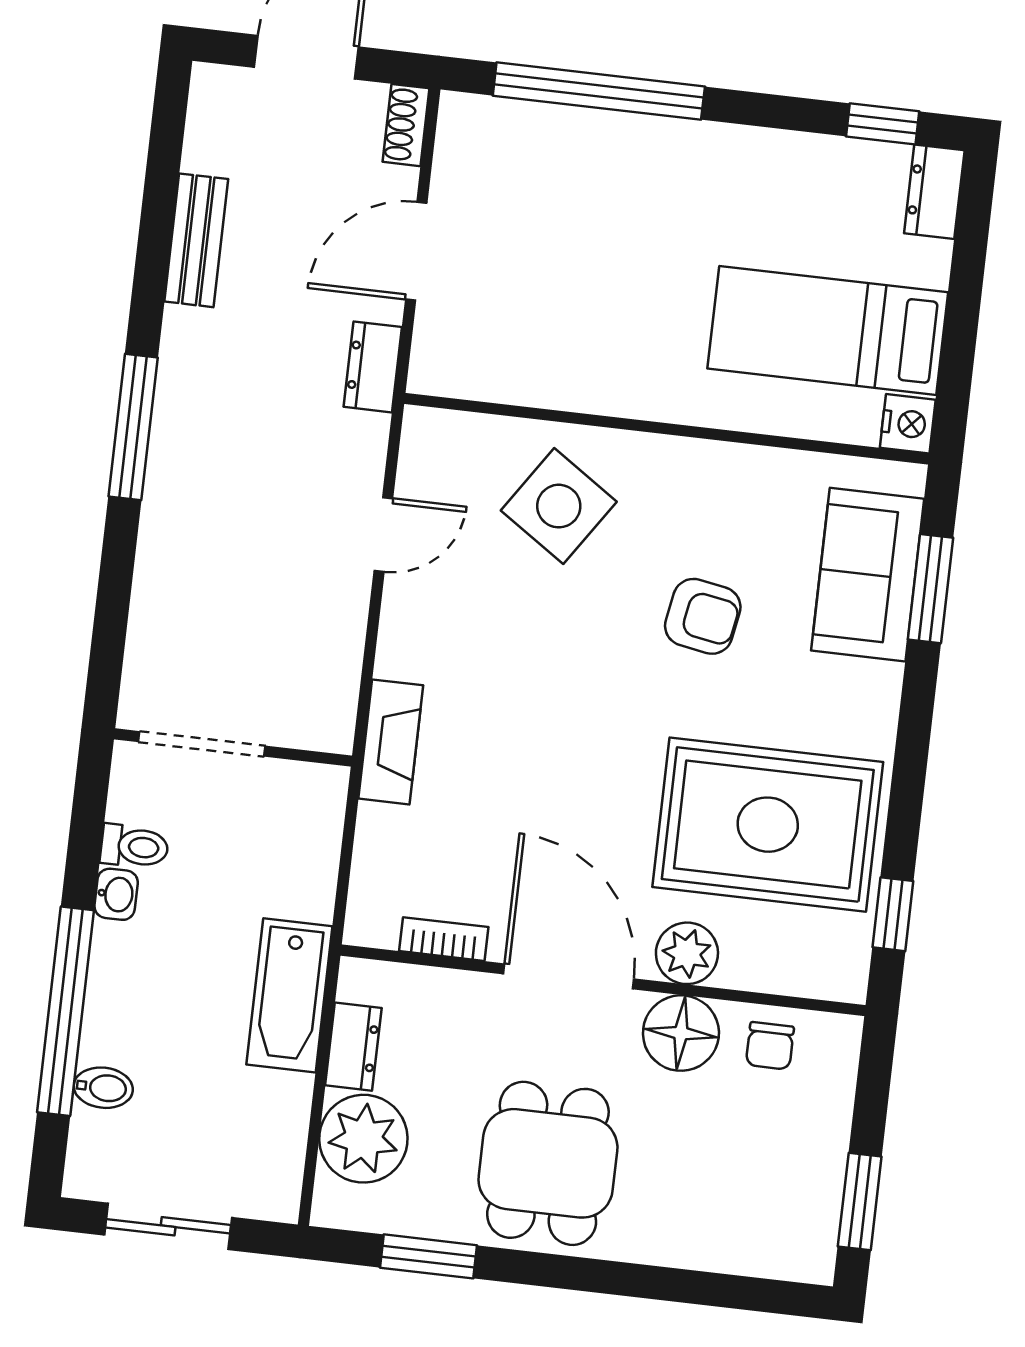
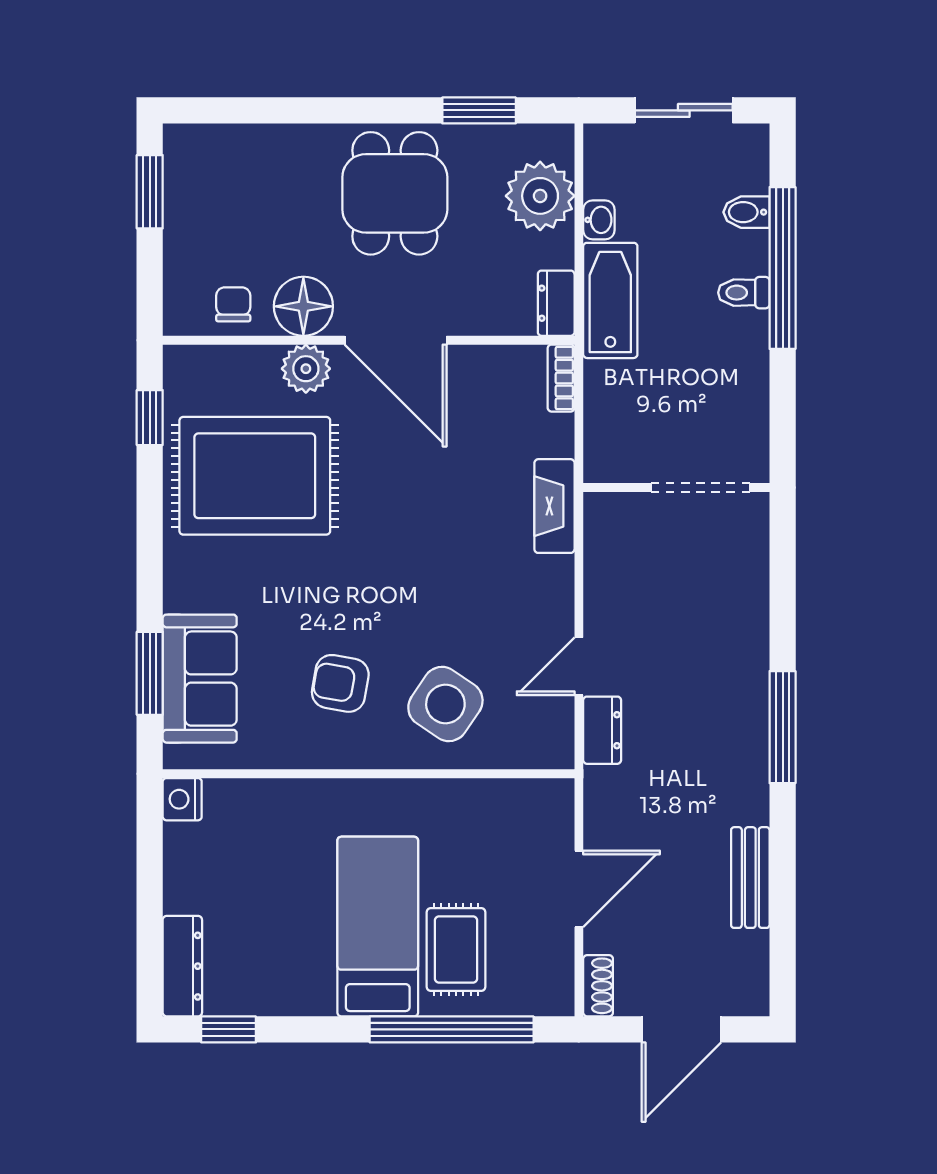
rug: (581, 192) -> (456, 949), added
dresser: (934, 192) -> (182, 966), width x1.44
bed: (828, 330) -> (378, 927), moved, turned -90
dresser: (373, 367) -> (602, 730), moved
armchair: (703, 616) -> (340, 683), moved
toilet: (134, 847) -> (744, 293), moved
washbasin: (116, 894) -> (599, 220), moved, turned 180
bookcase: (444, 939) -> (561, 378), moved, turned 90
dresser: (353, 1047) -> (556, 303), moved

